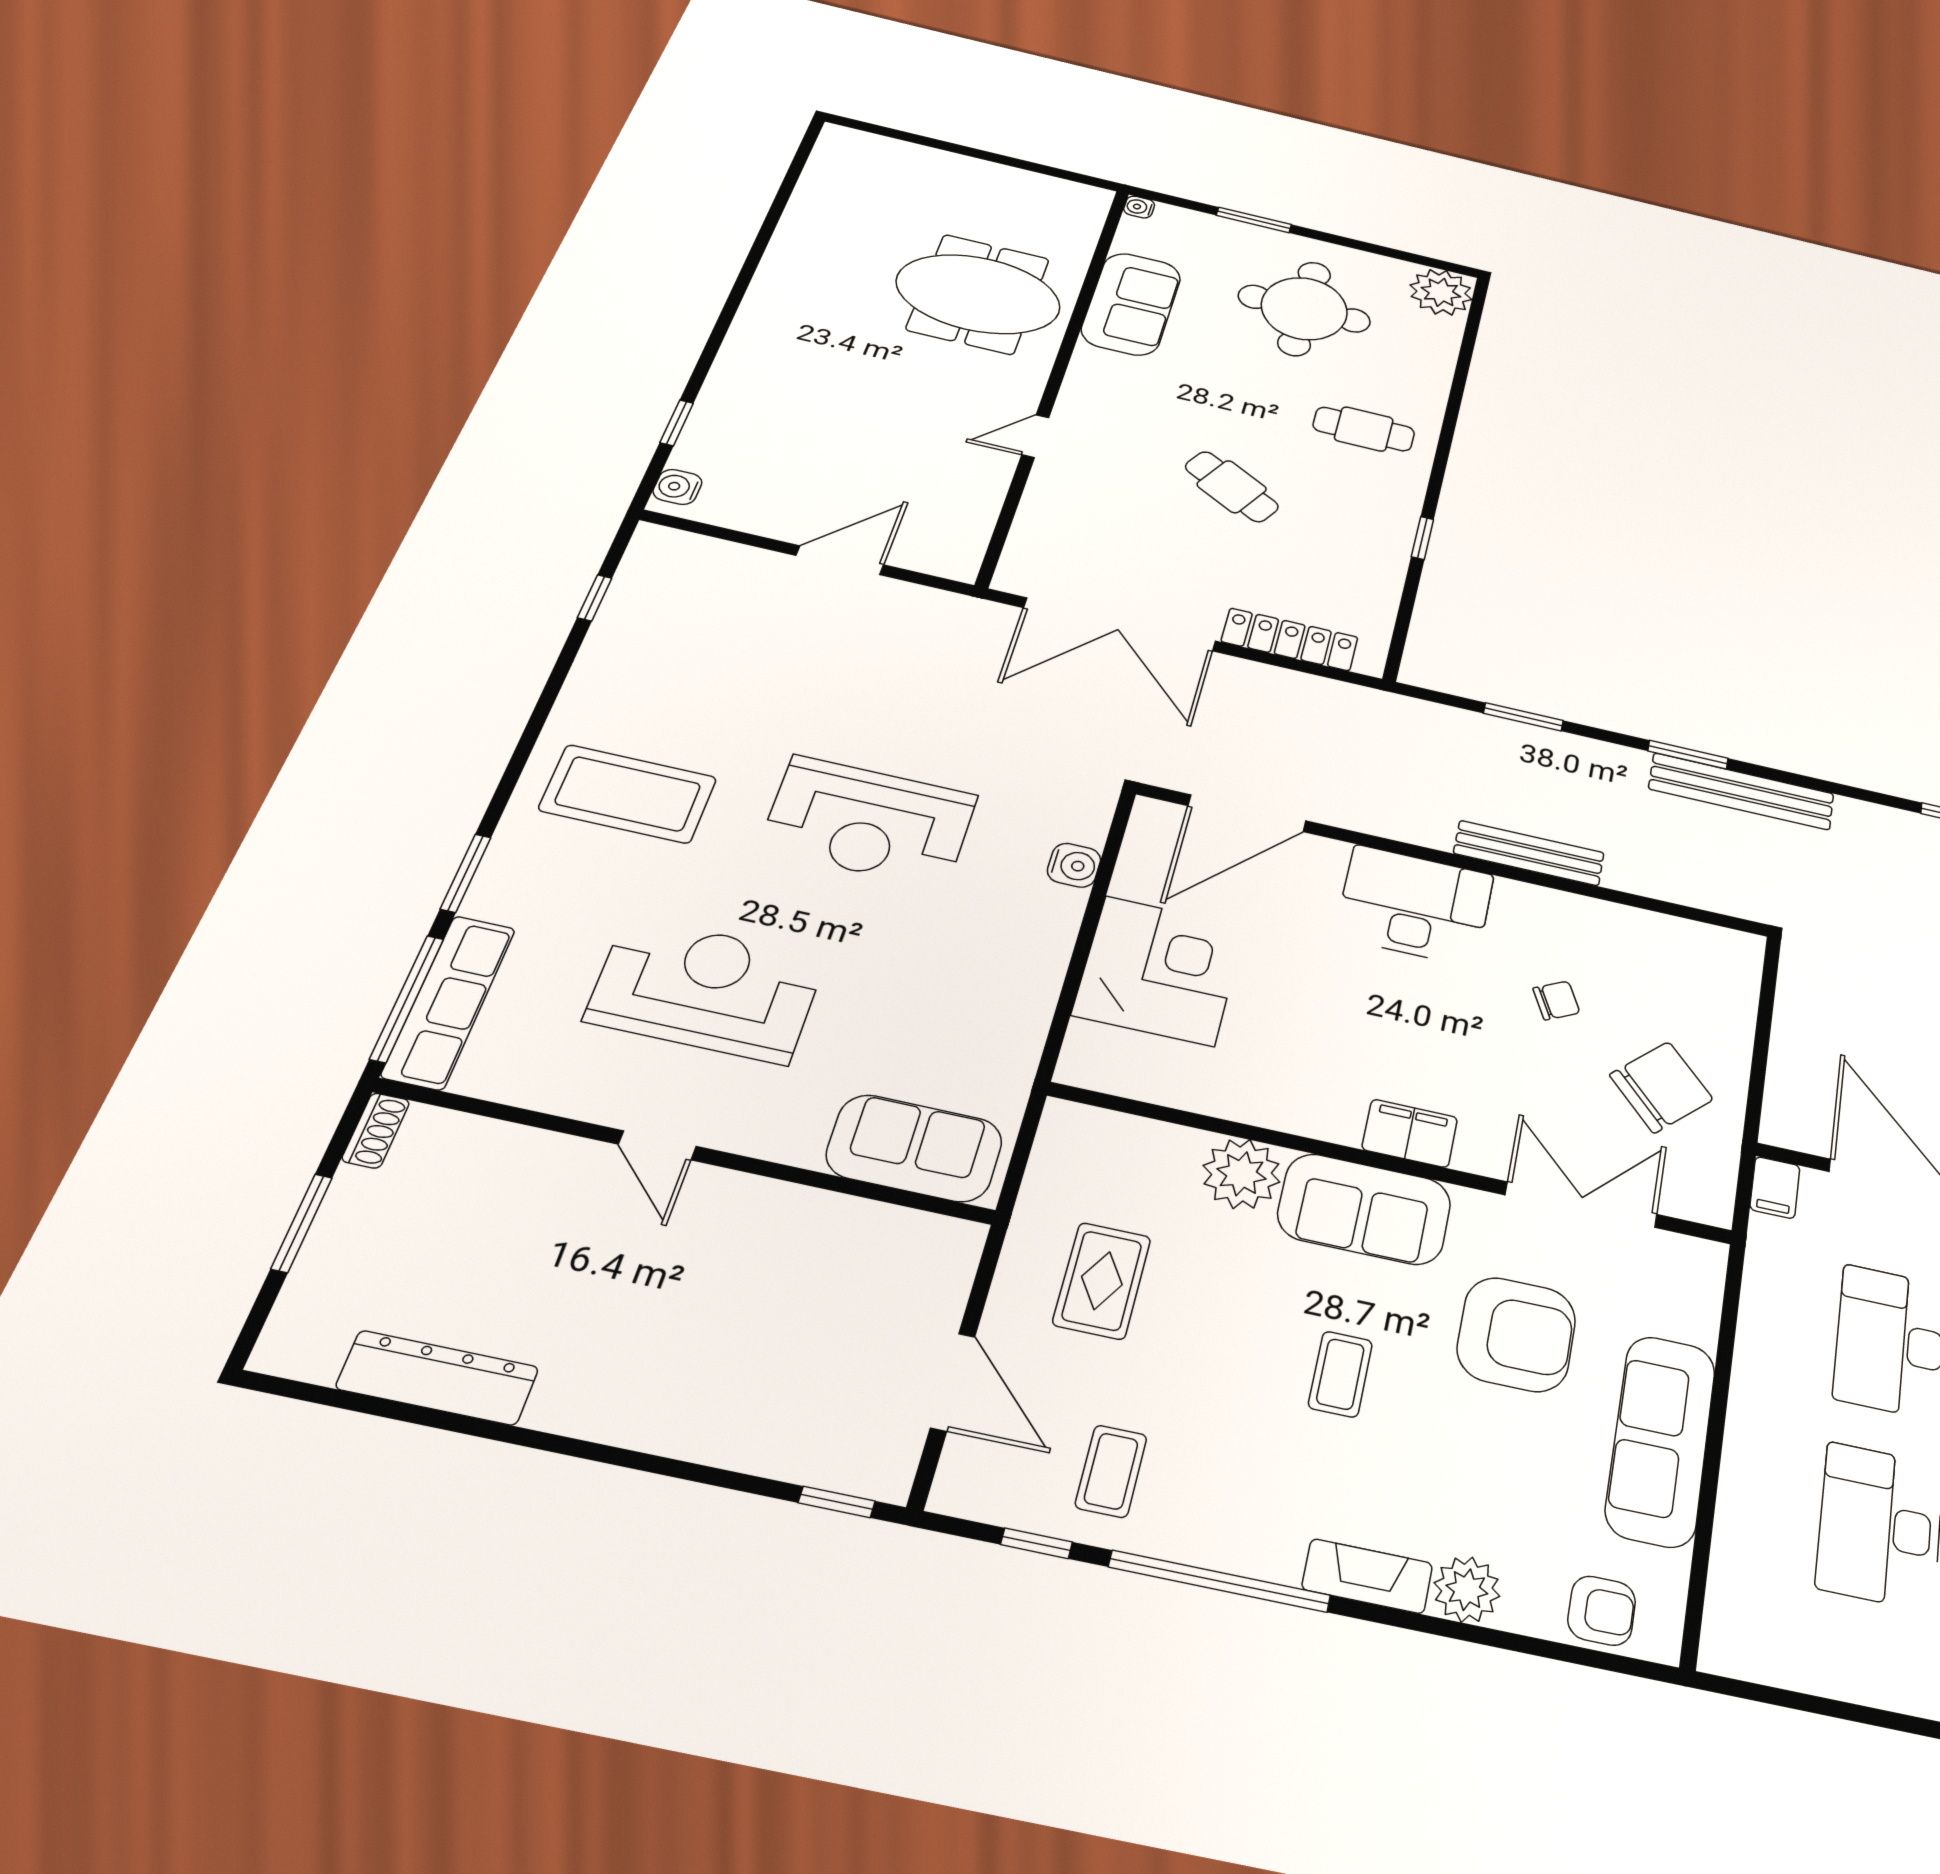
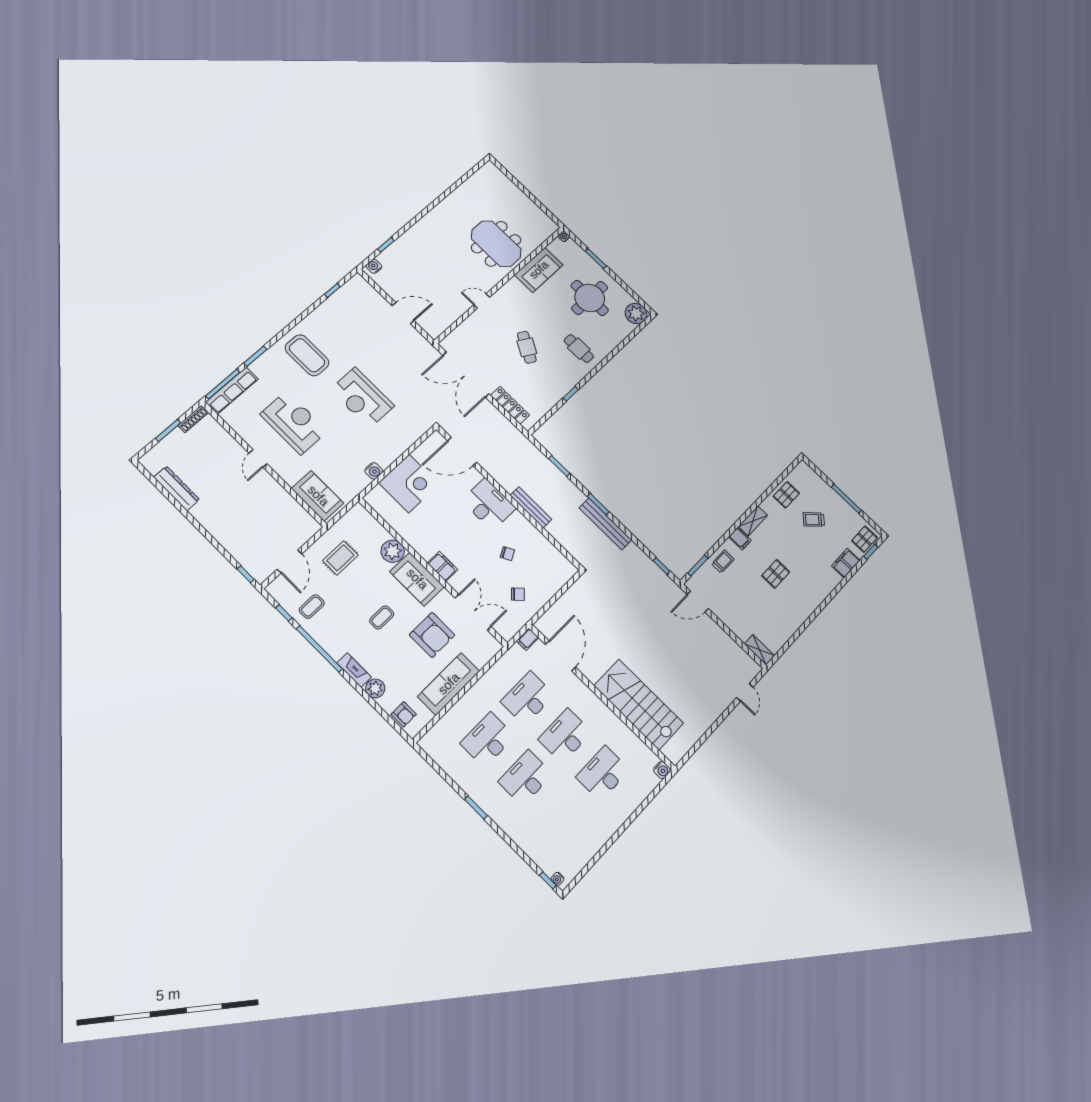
water cooler: (1074, 865) -> (374, 471), moved
chair: (1661, 1087) -> (518, 594), width x0.54, depth x0.54
shoe rack: (376, 1130) -> (193, 419), width x1.43

